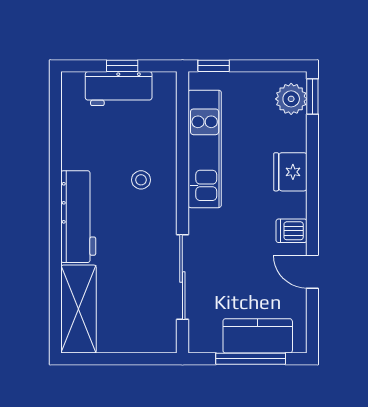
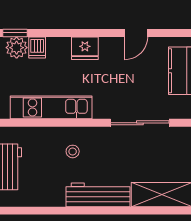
fridge: (290, 172) -> (85, 48), moved
dishwasher: (291, 231) -> (37, 47), moved

